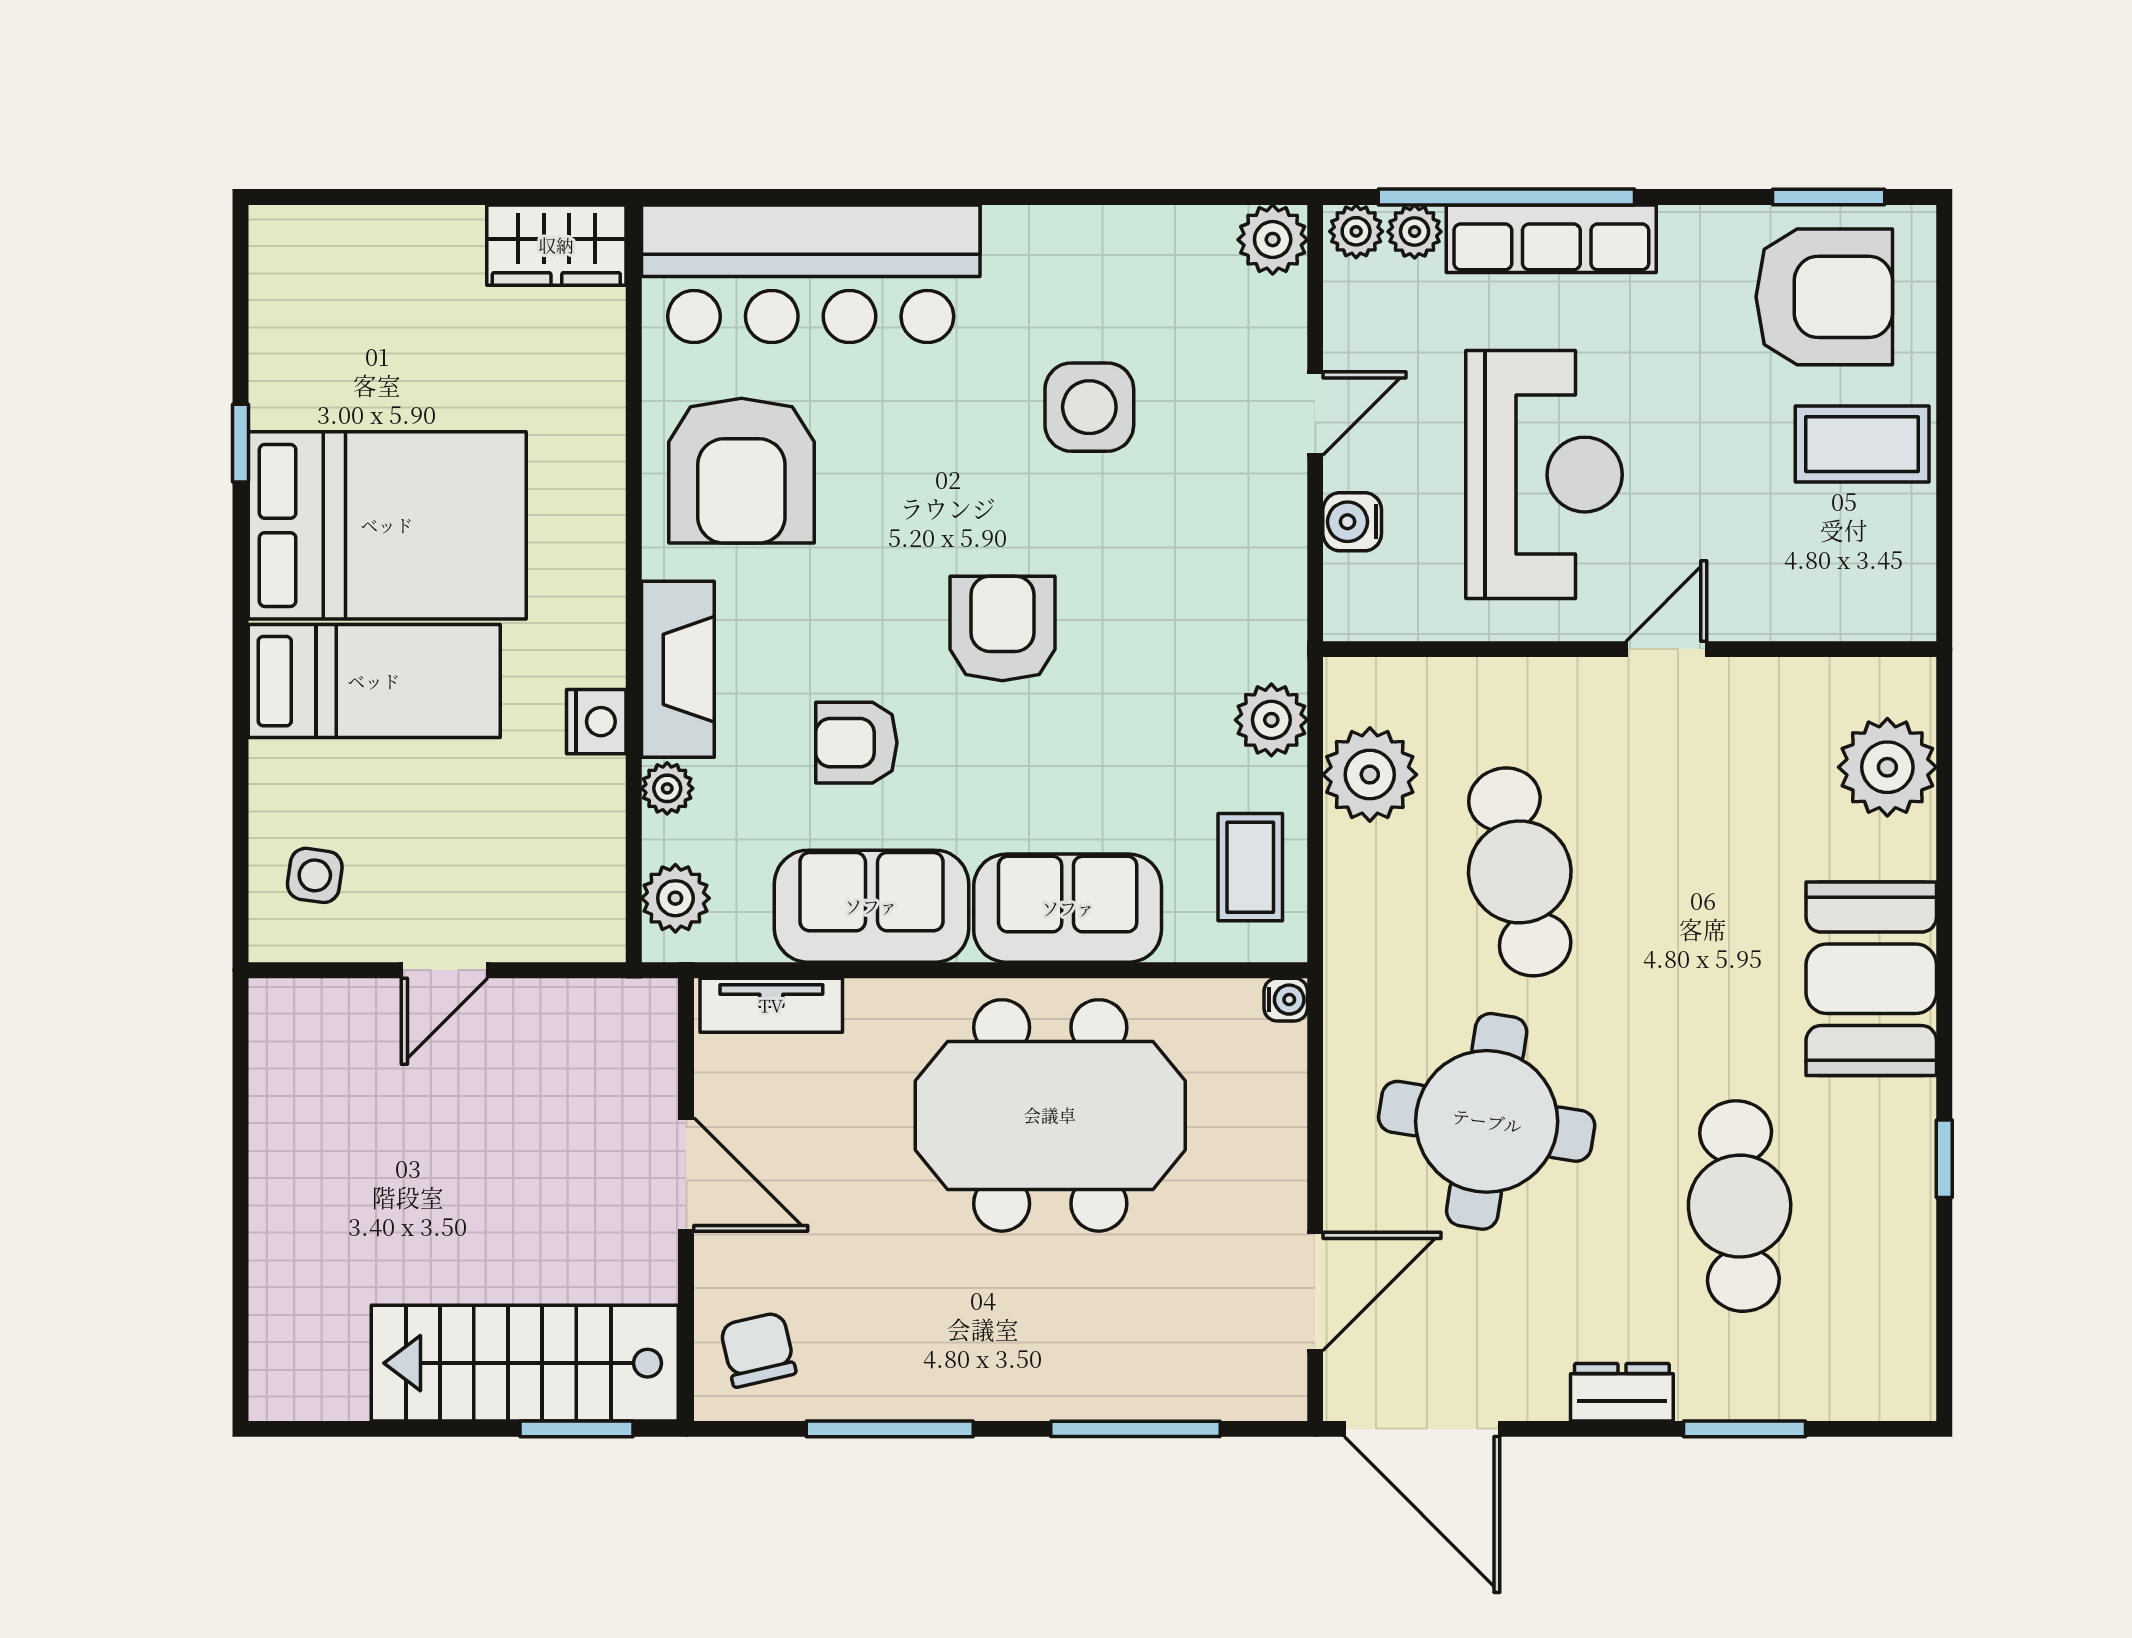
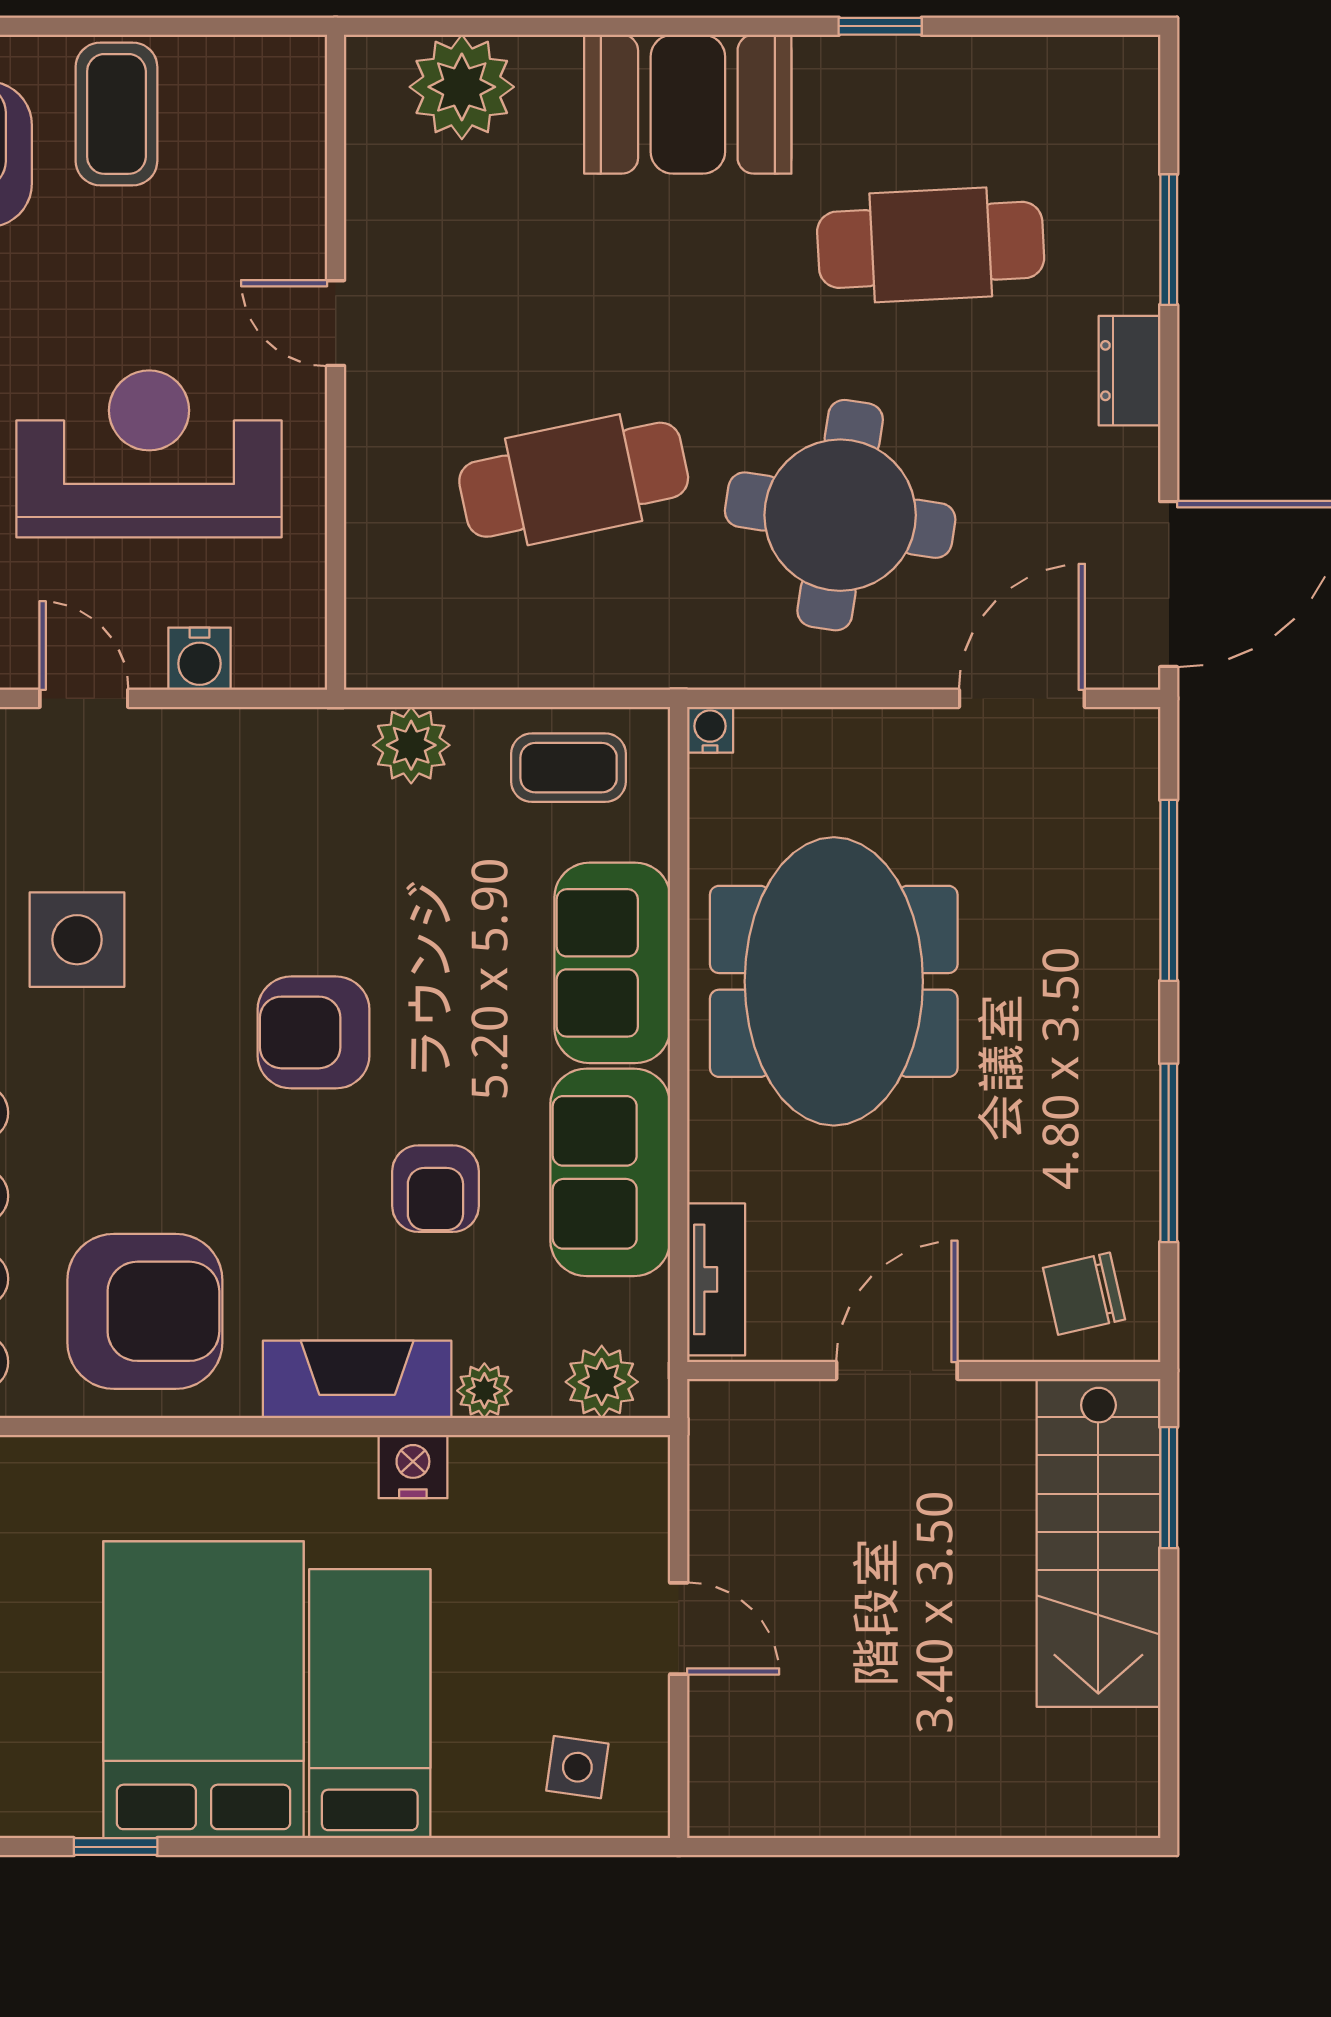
plant: (1370, 775) -> (470, 640), removed
door: (1315, 1291) -> (1022, 698), hinge flipped

